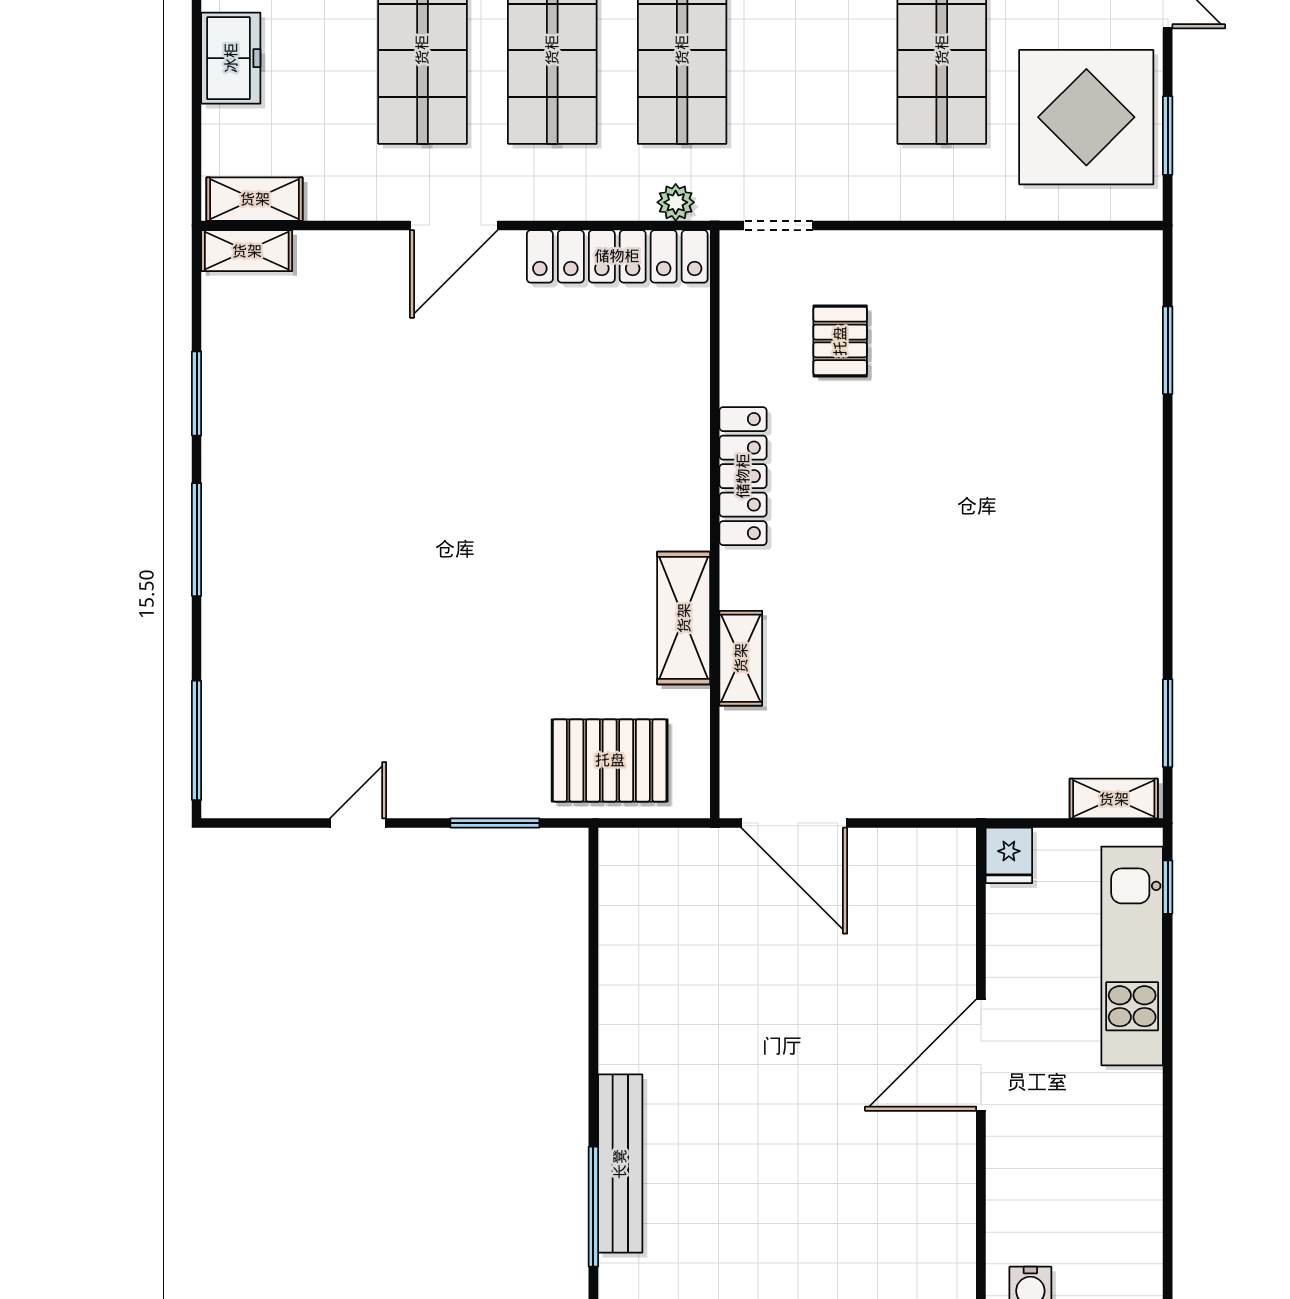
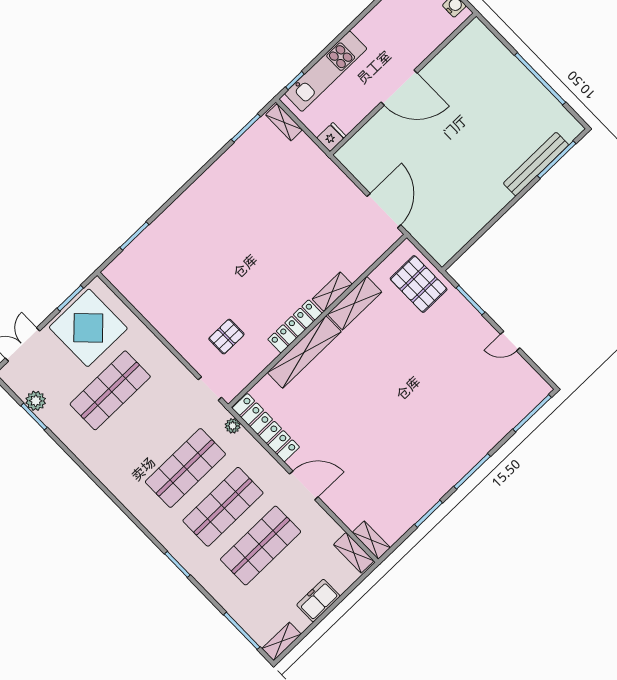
shelving: (683, 449) -> (304, 352), added
shelving: (741, 658) -> (332, 292), moved

